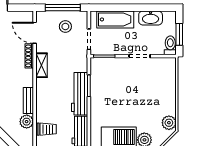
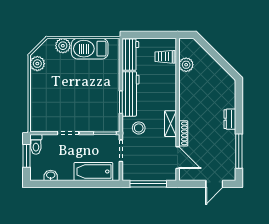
washbasin: (151, 18) -> (51, 175), width x0.52, depth x0.69
stool: (65, 27) -> (139, 128), moved
bench: (28, 101) -> (184, 87), removed

